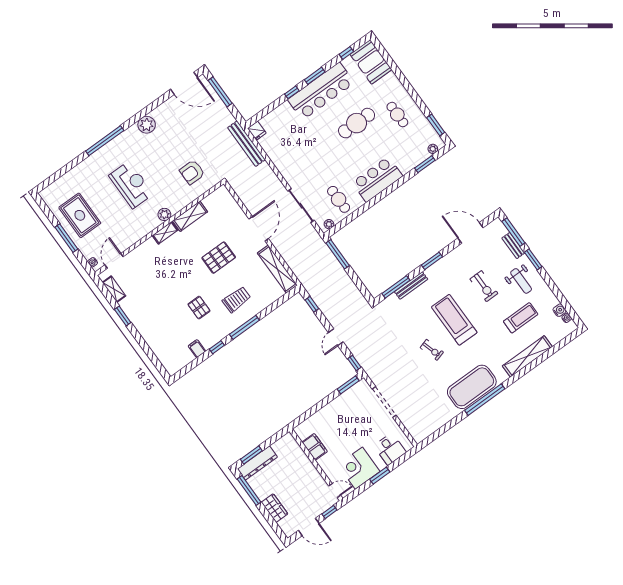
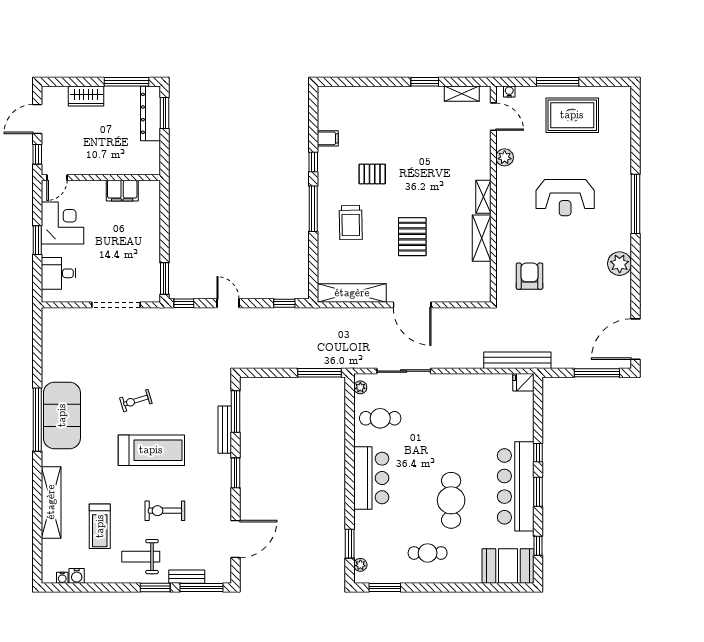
plant: (164, 214) -> (505, 157), moved

